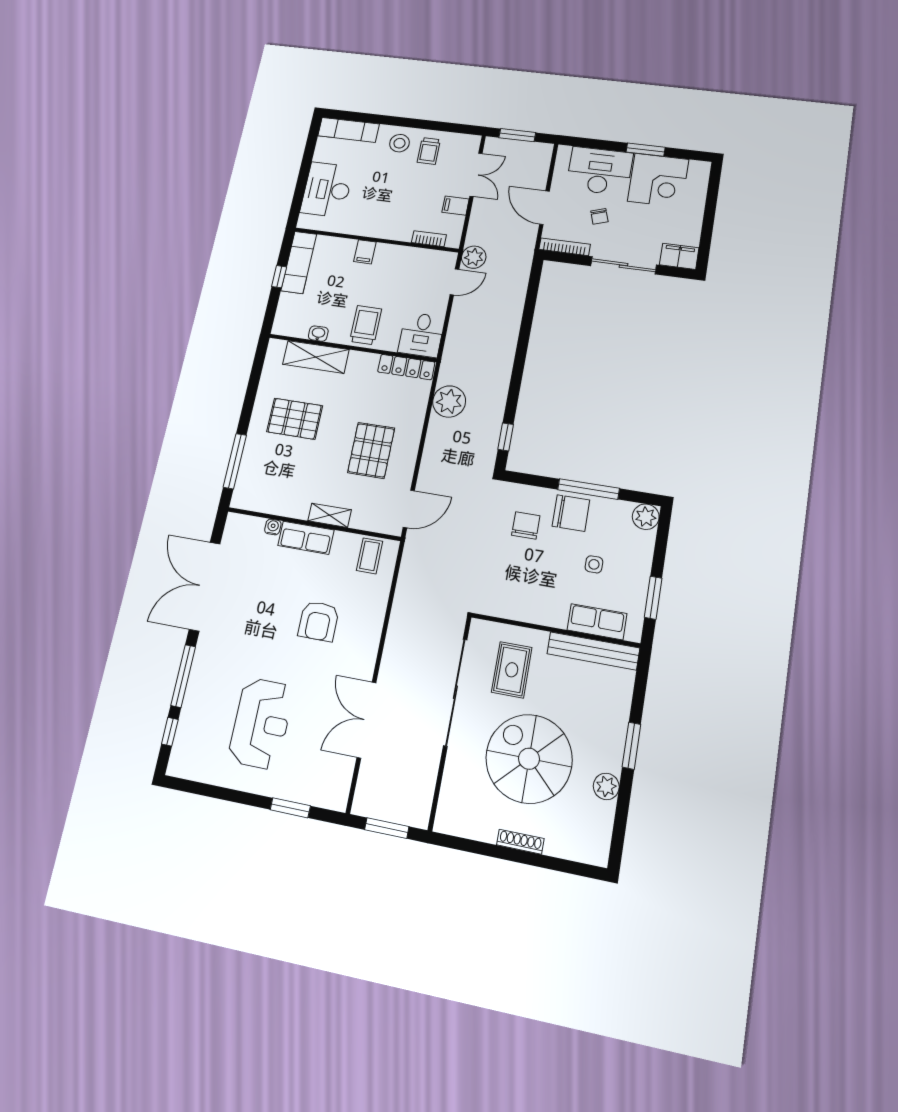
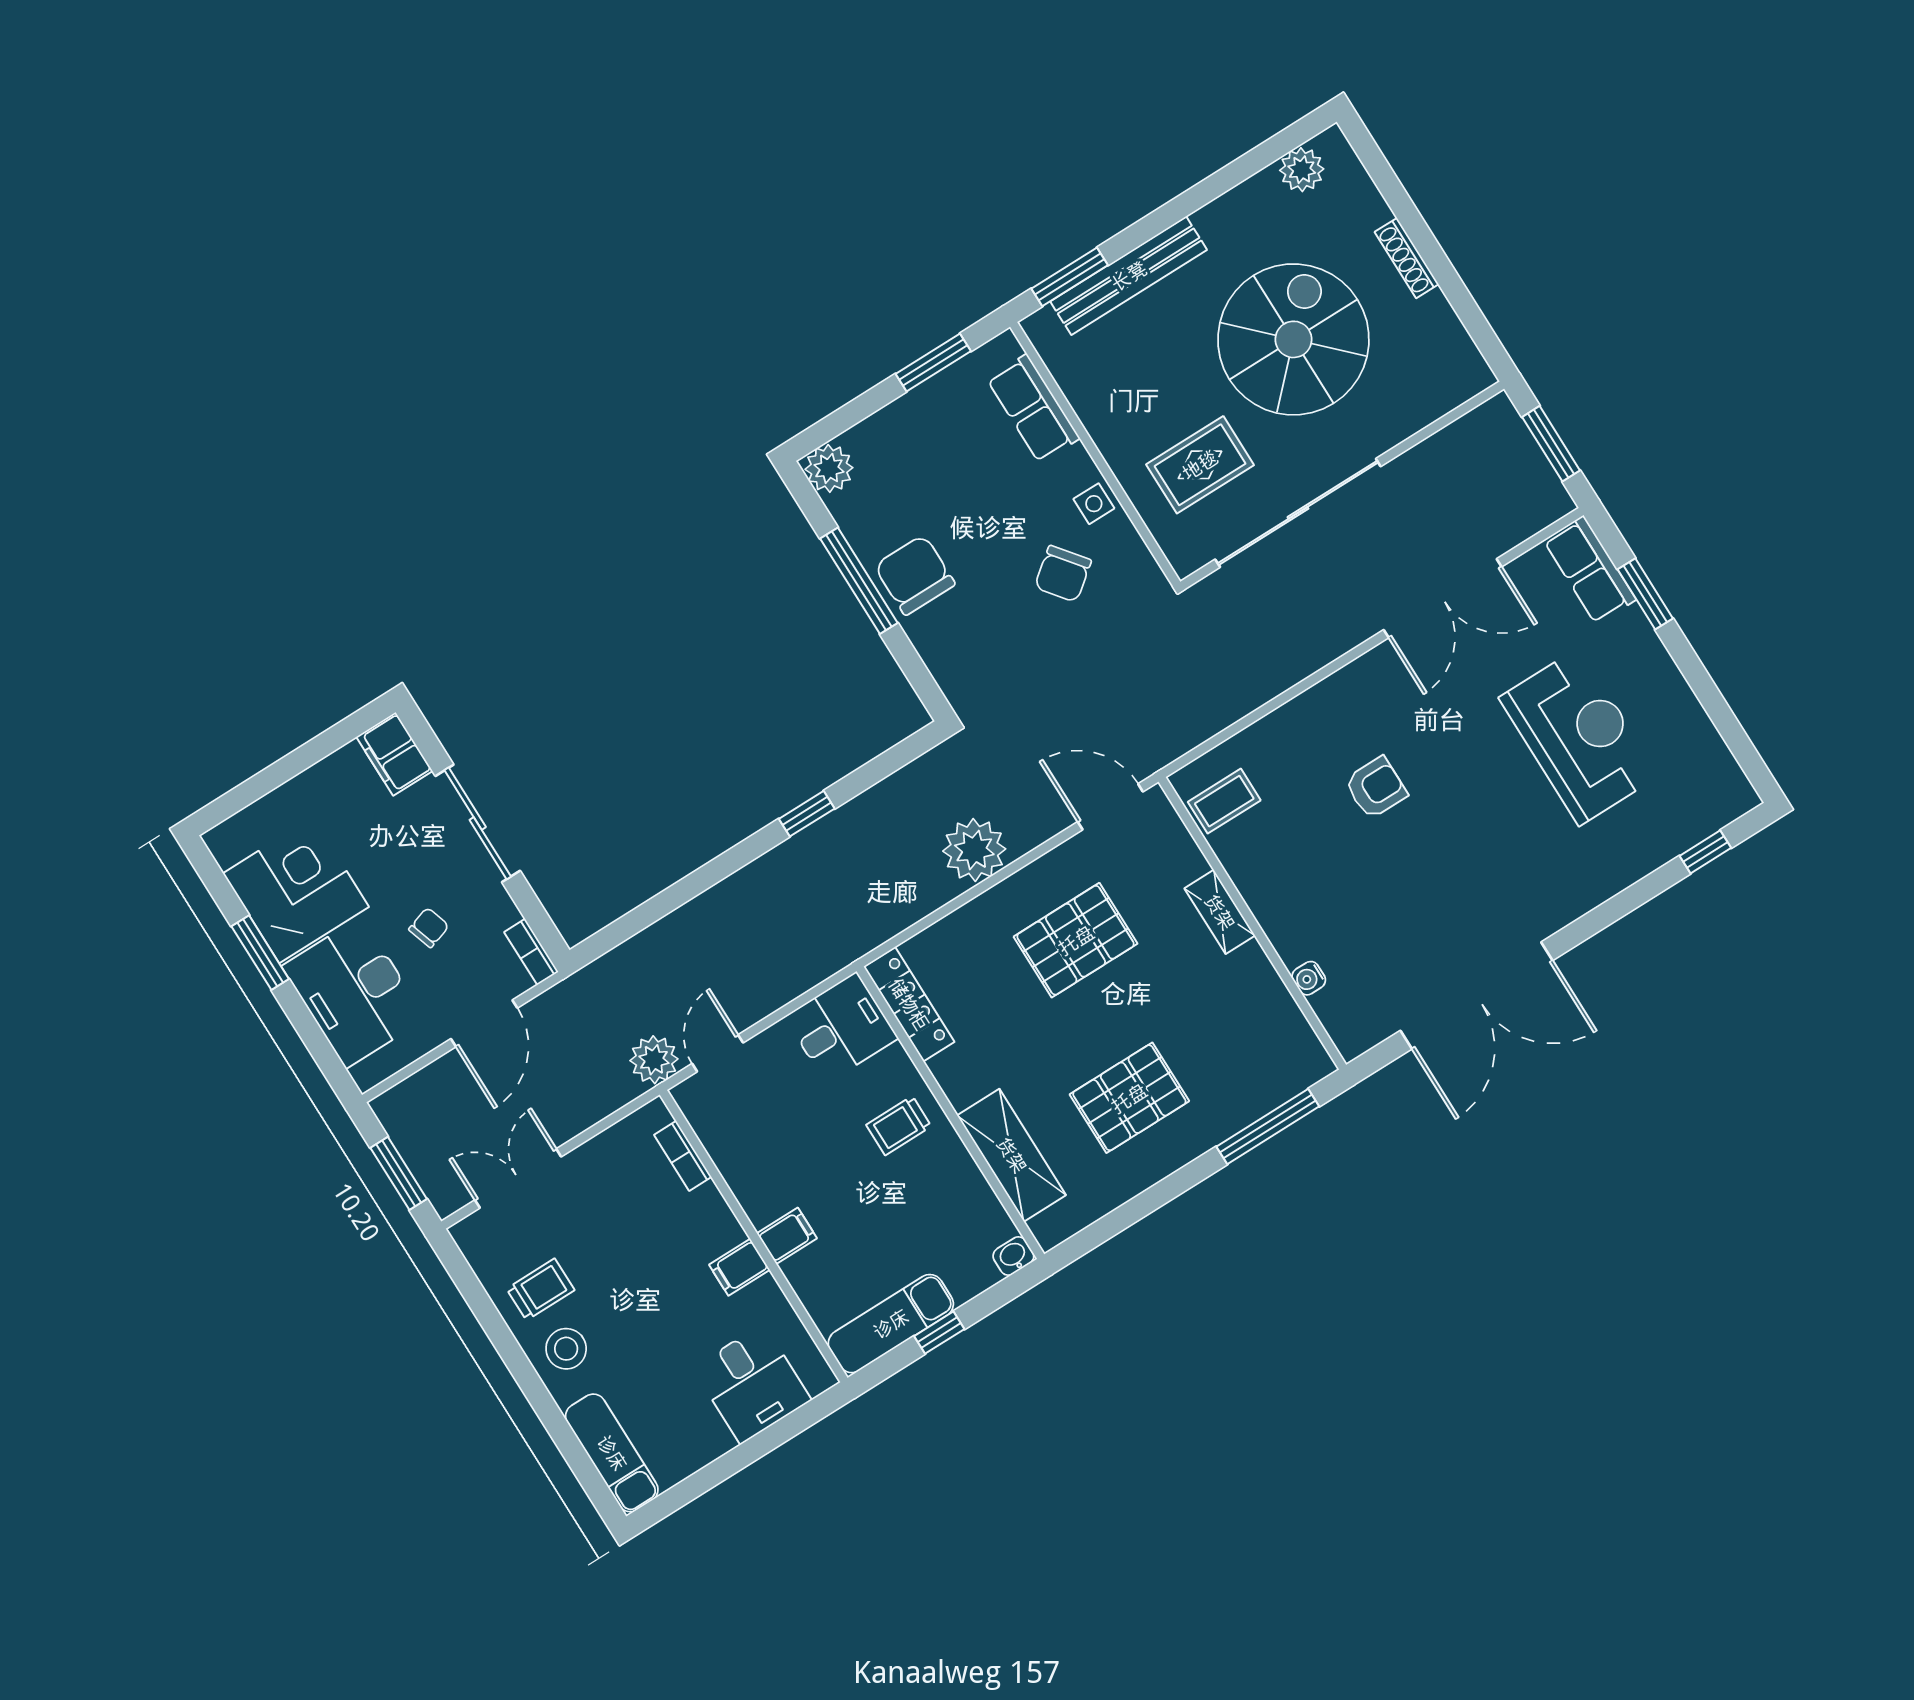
desk: (327, 190) -> (752, 1384), width x0.73
filing cabinet: (456, 206) -> (739, 1267), moved, turned 90
bookcase: (565, 247) -> (531, 952), width x0.64
door: (454, 282) -> (718, 1053), hinge flipped
trolley: (366, 325) -> (899, 1126), width x0.73, depth x0.72
washbasin: (318, 334) -> (1013, 1256), moved, turned 90
plant: (449, 401) -> (974, 850), moved
pallet: (295, 419) -> (1129, 1098), turned 90
window: (506, 437) -> (807, 814), moved
chair: (526, 525) -> (1063, 574), moved, turned -38
row of seats: (306, 538) -> (1590, 570), moved, turned 180
side table: (594, 564) -> (1094, 504), moved
armchair: (319, 621) -> (1376, 788), width x0.72, depth x0.72
bench: (593, 651) -> (1129, 276), moved, turned 90
window: (183, 676) -> (1619, 906), removed
reception desk: (261, 723) -> (1579, 737), turned 90
window: (631, 746) -> (1070, 277), moved
spiral stairs: (529, 759) -> (1293, 339), turned 180
plant: (606, 786) -> (1302, 170), moved

